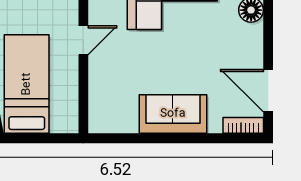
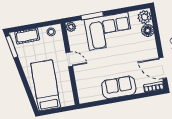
door: (83, 40) -> (69, 59), hinge flipped

